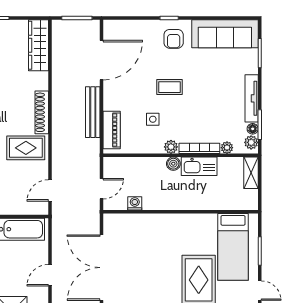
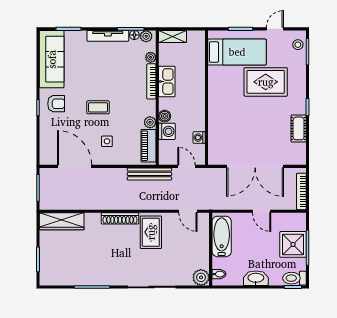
coffee table: (169, 87) -> (98, 107), turned 90
bench: (93, 112) -> (149, 174), moved
side table: (153, 119) -> (107, 141), moved
piano: (112, 130) -> (149, 146), moved, turned -90
plant: (171, 147) -> (150, 122), moved
boiler: (173, 164) -> (165, 116), moved
washing machine: (142, 166) -> (167, 131), added

